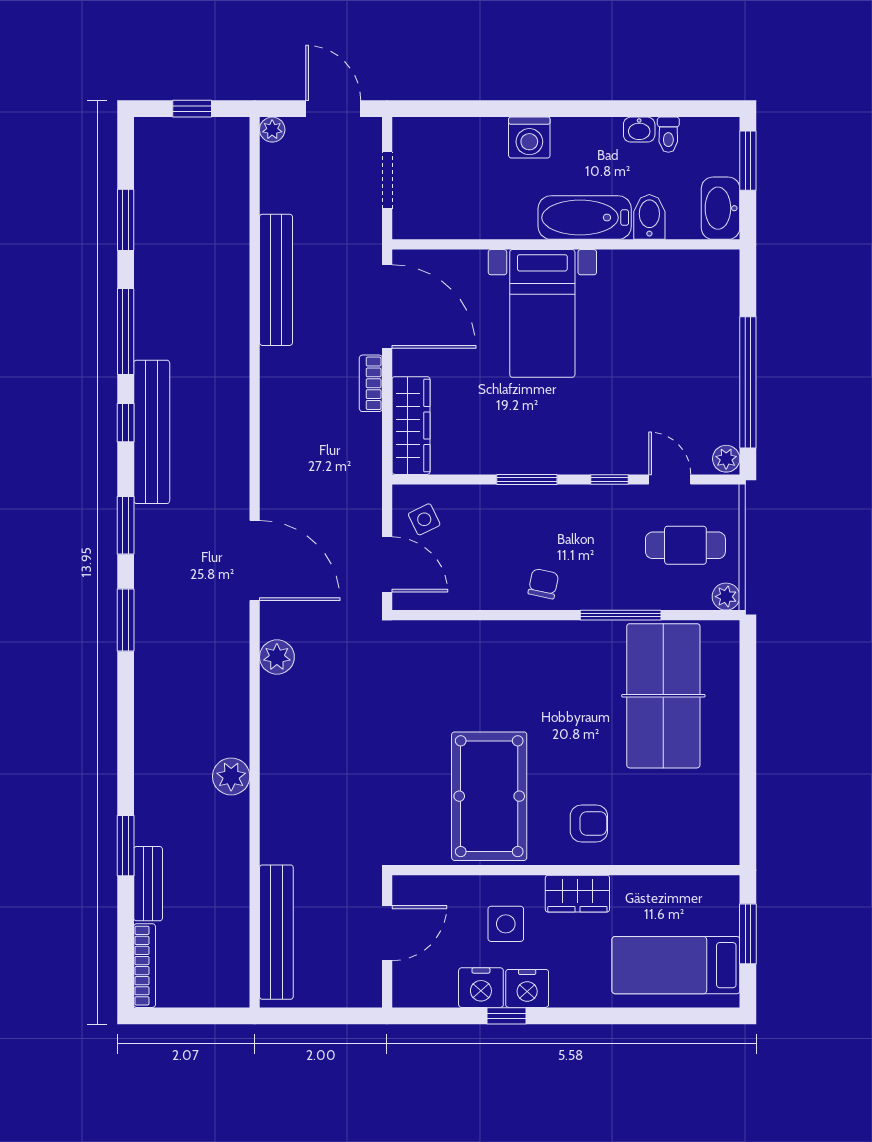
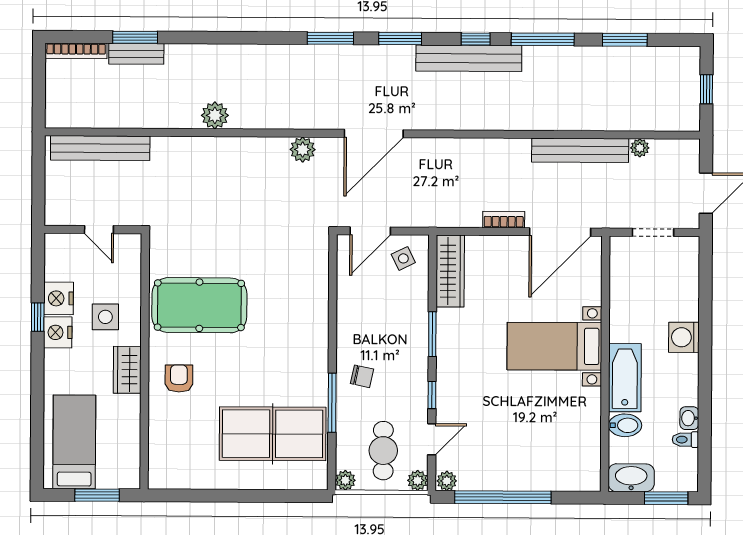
plant: (272, 130) -> (640, 148), moved
wardrobe: (411, 426) -> (450, 271), moved, turned -90
plant: (726, 498) -> (418, 480), added
chair: (543, 584) -> (362, 376), moved
armchair: (589, 823) -> (179, 378), turned 180
window: (126, 846) -> (135, 37), moved
door: (387, 933) -> (99, 230), width x0.73

